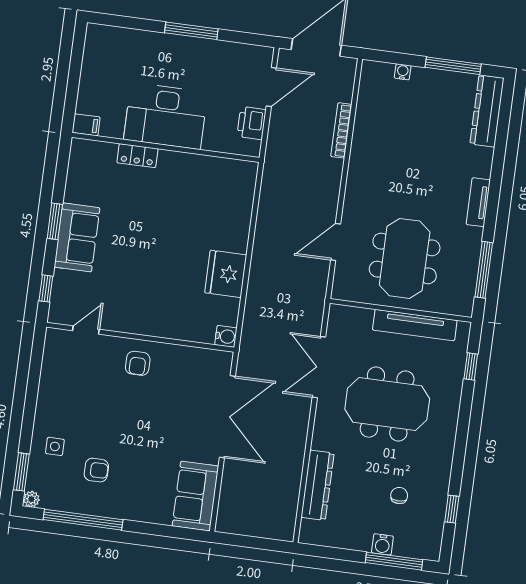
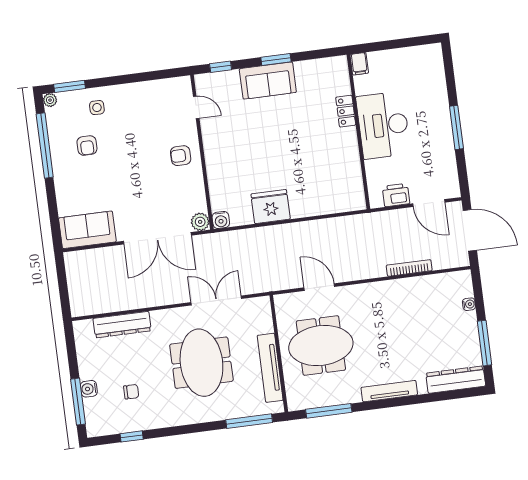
tv unit: (478, 202) -> (389, 391), width x1.41
plant: (221, 361) -> (200, 222), added
window: (471, 367) -> (249, 421), width x2.17

